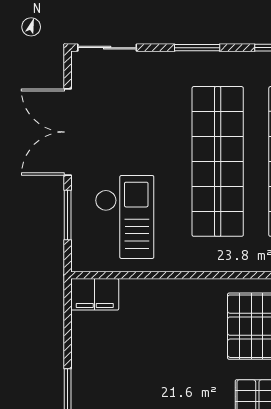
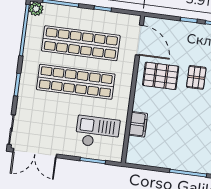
double door: (68, 132) -> (35, 153), moved
filing cabinet: (95, 294) -> (138, 124), moved

